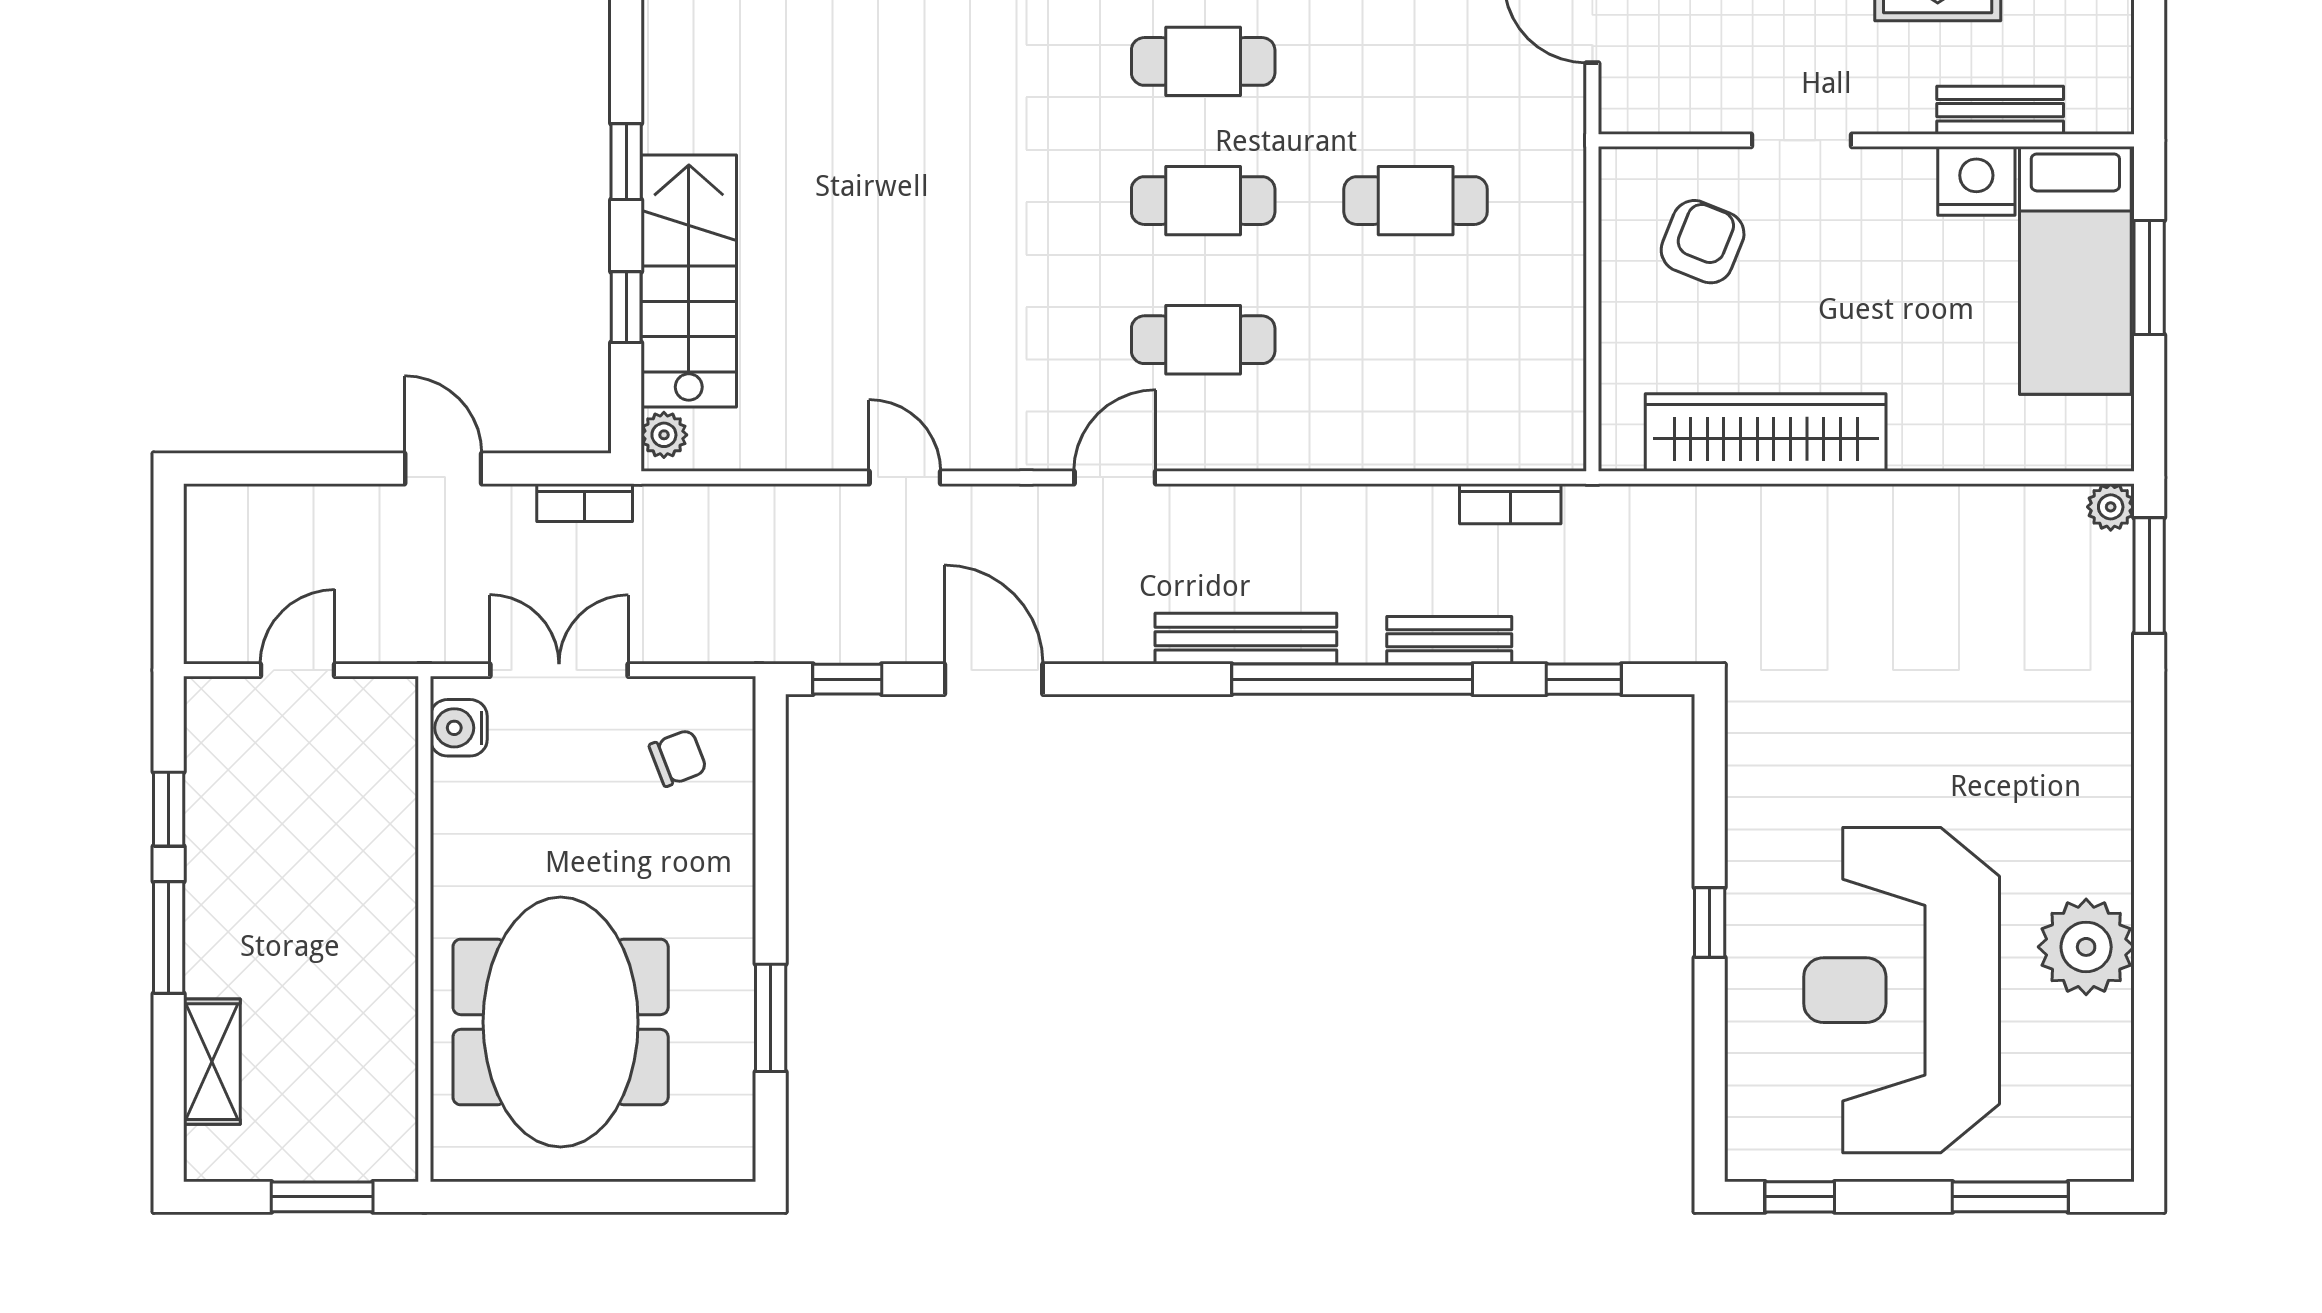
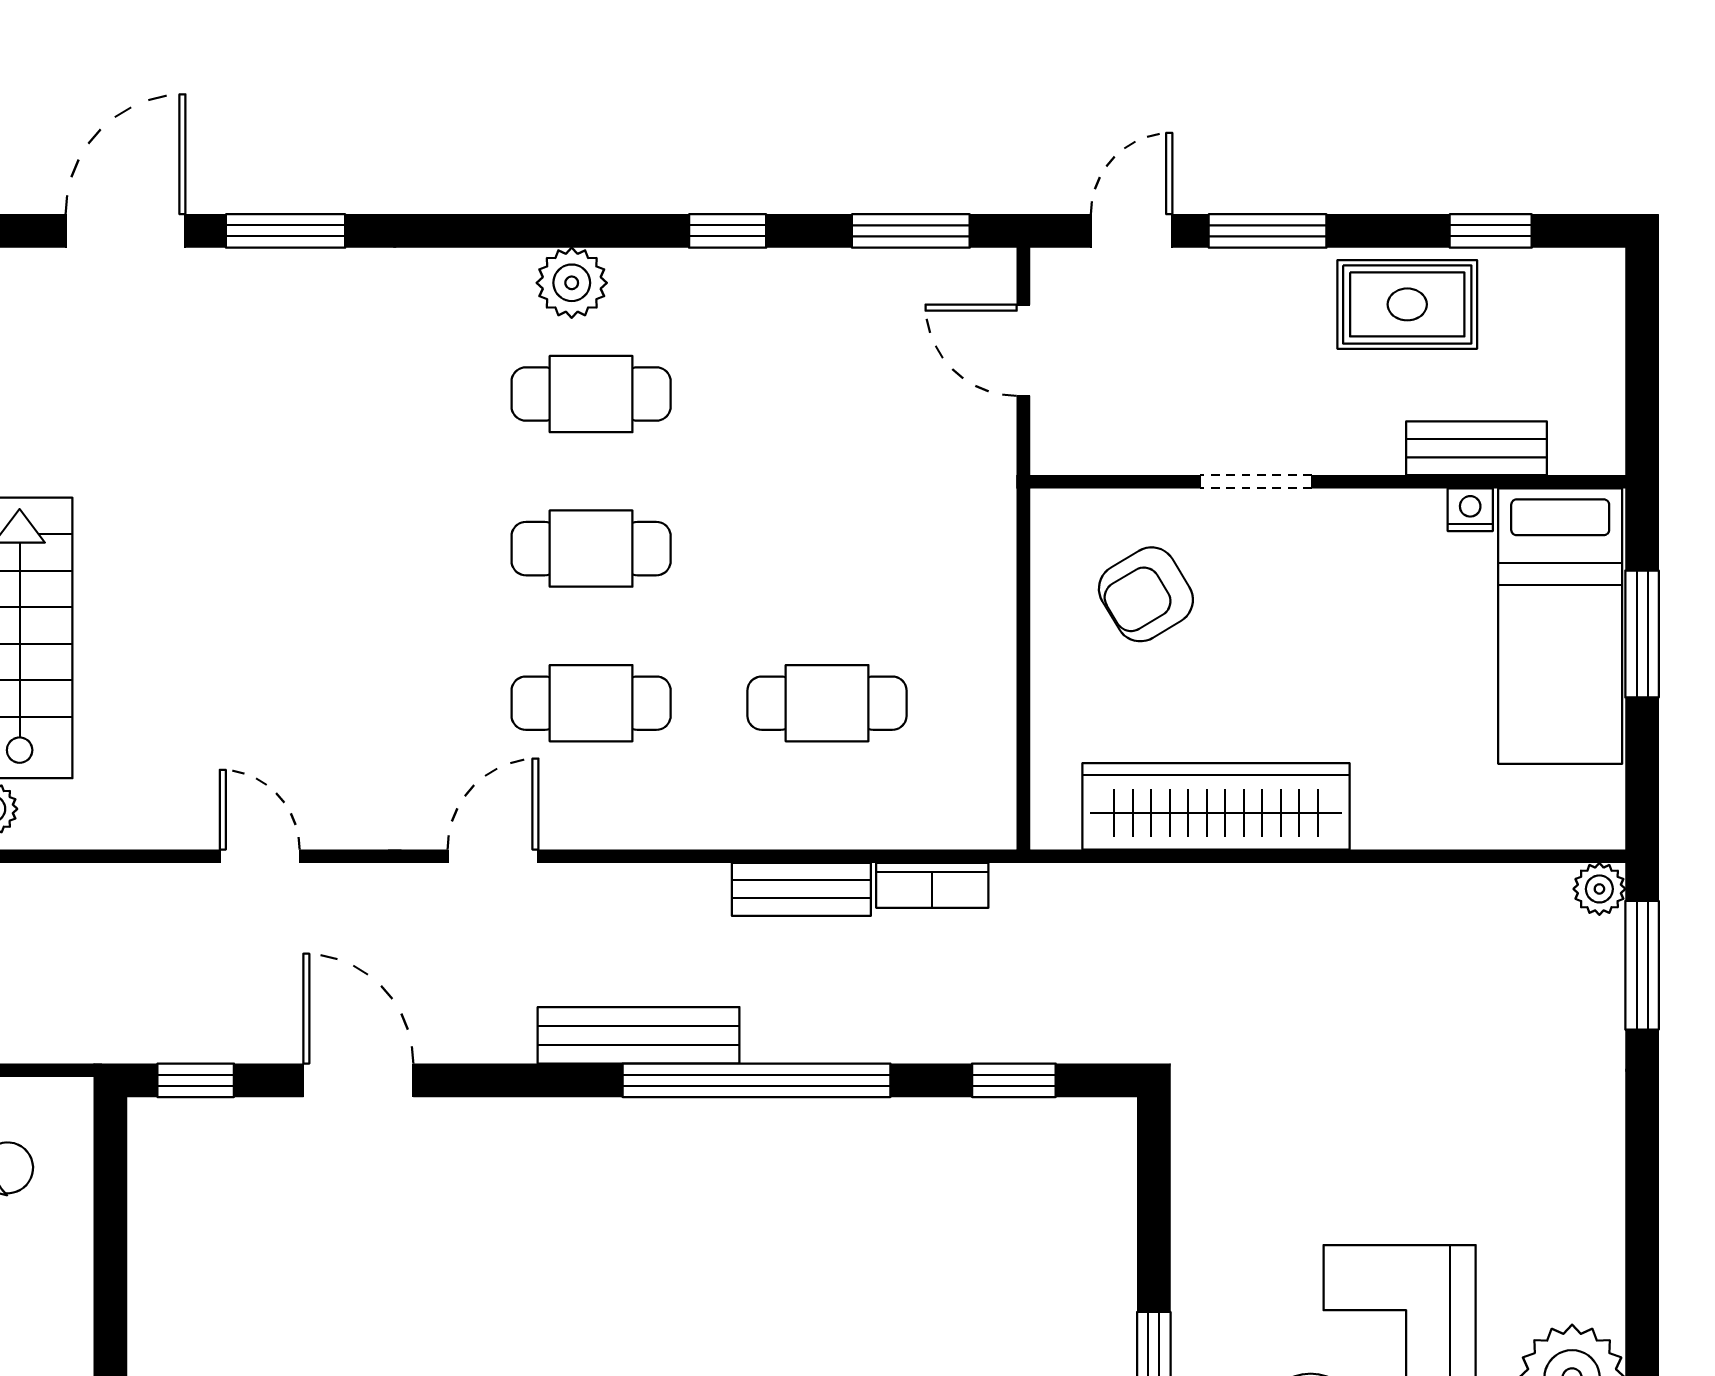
nightstand: (1976, 181) -> (1470, 510), width x0.53, depth x0.56
cafe table: (1416, 201) -> (827, 703), moved
armchair: (1703, 242) -> (1146, 594), turned -143
bench: (1449, 640) -> (801, 889), moved

